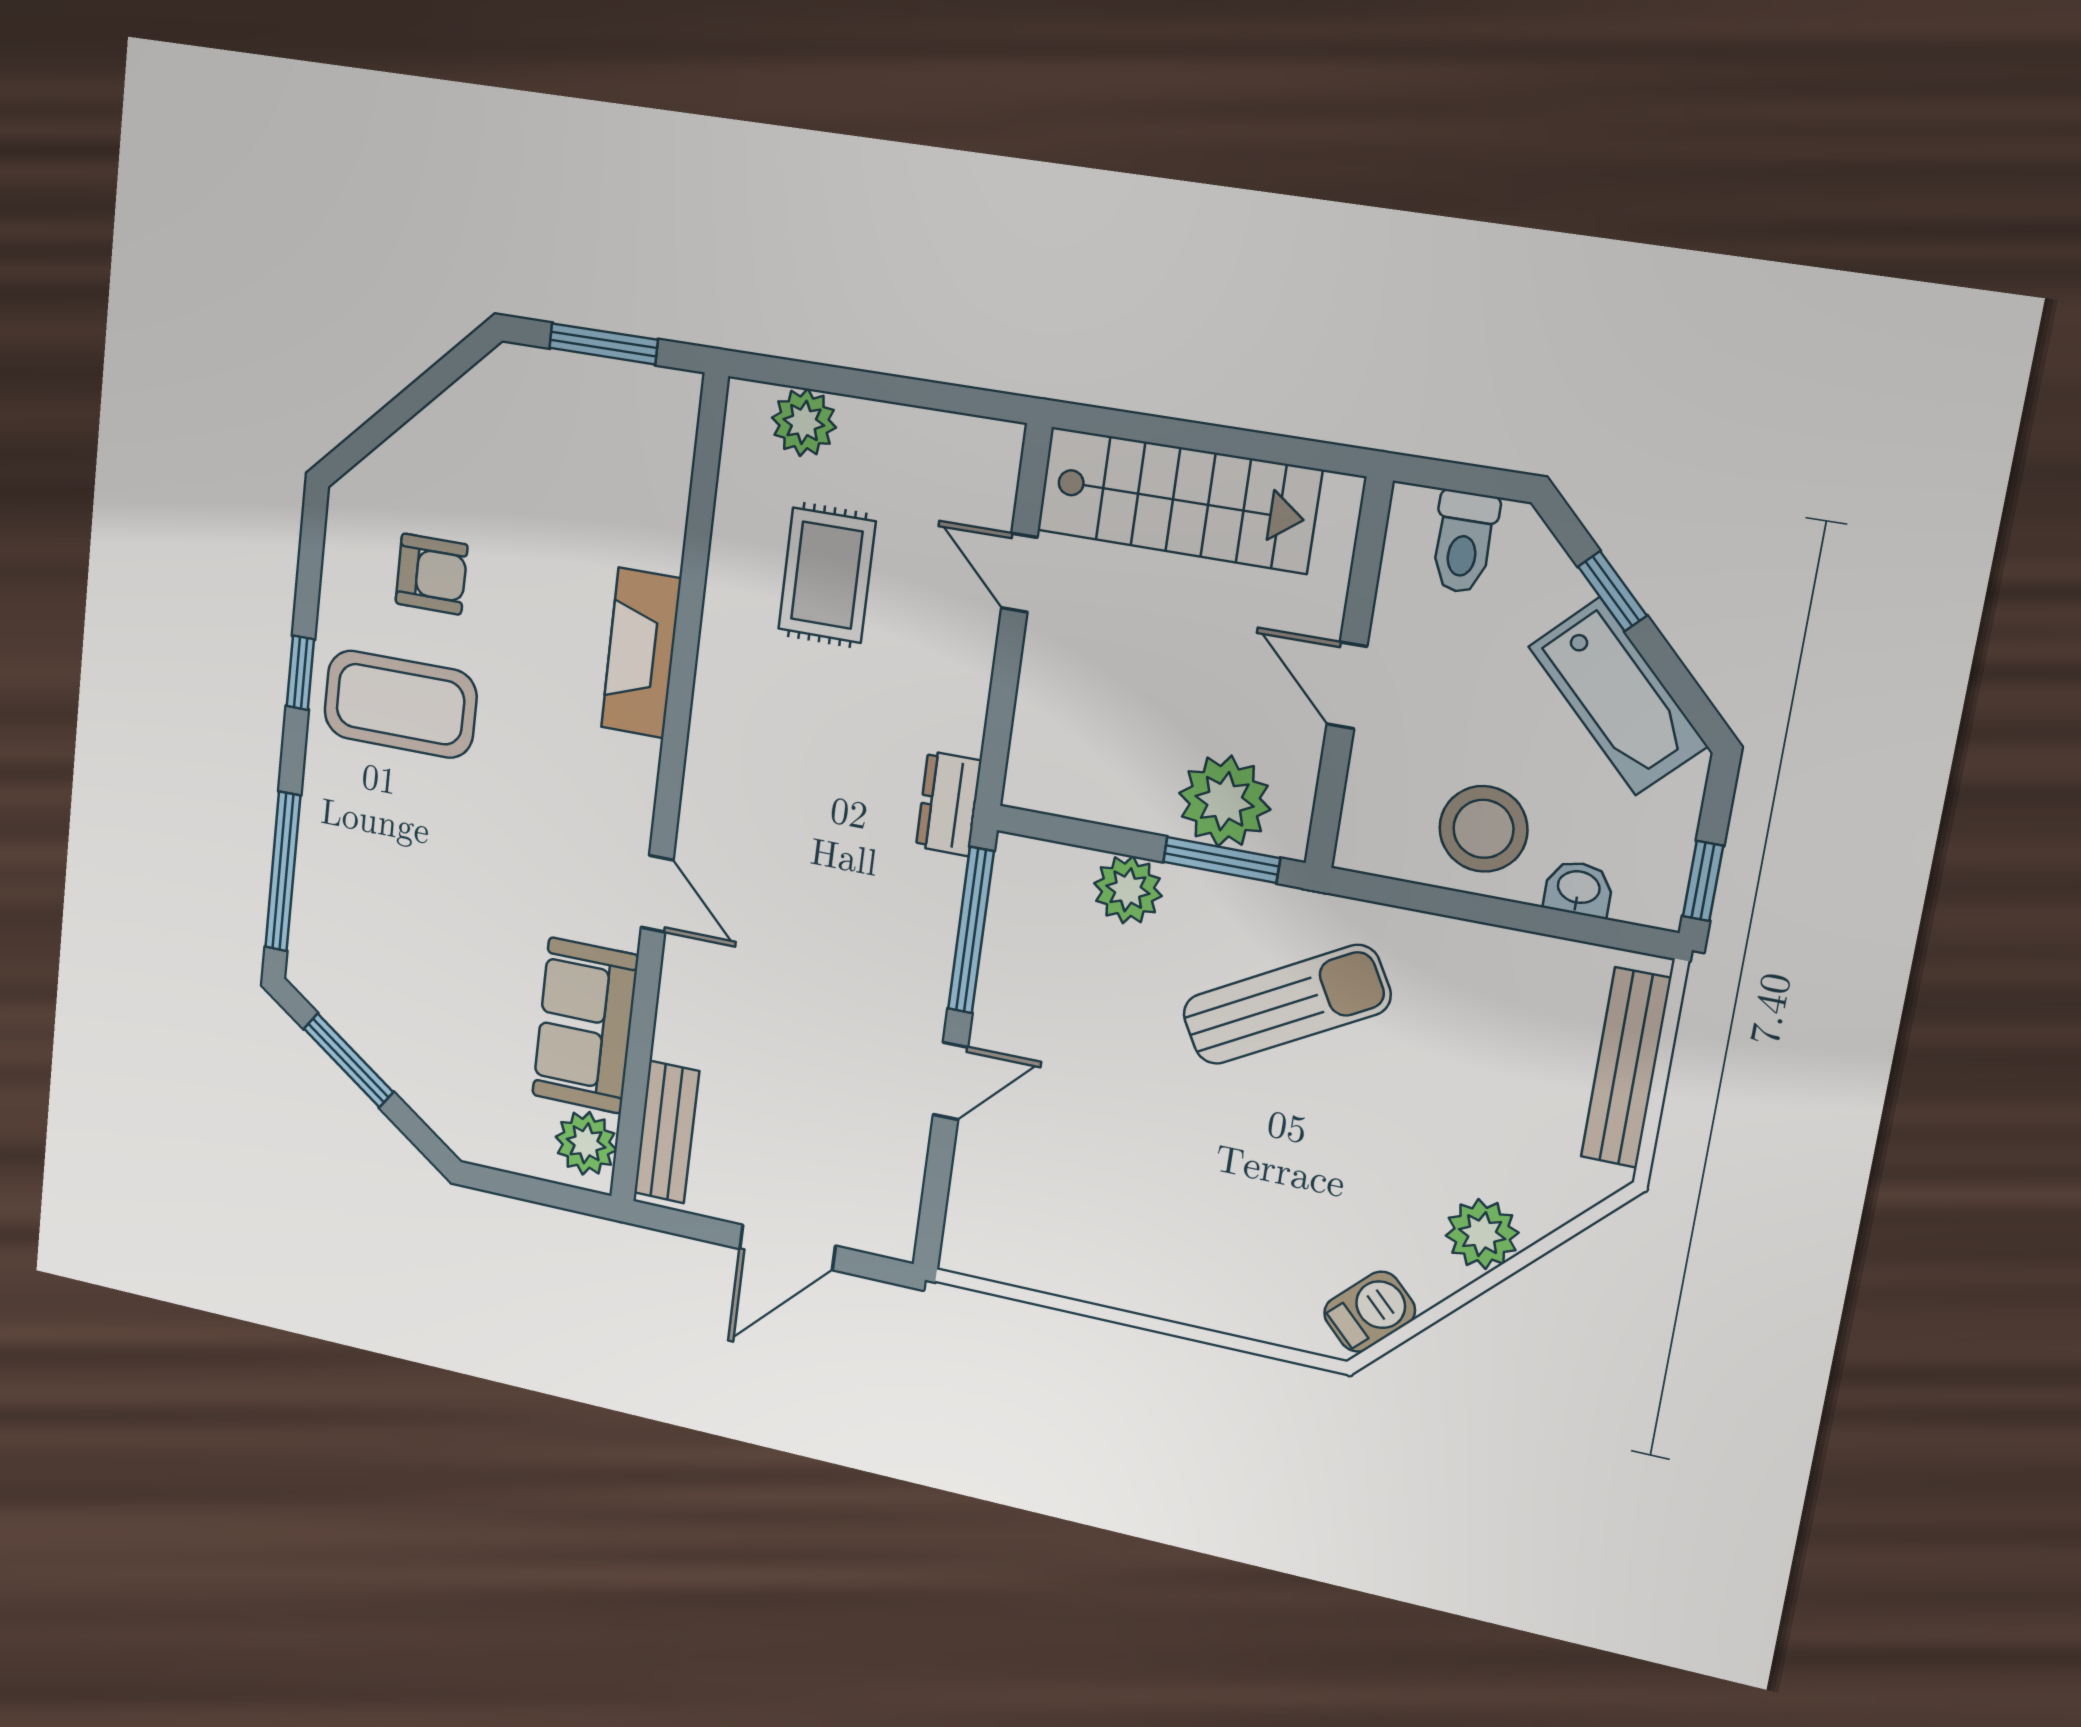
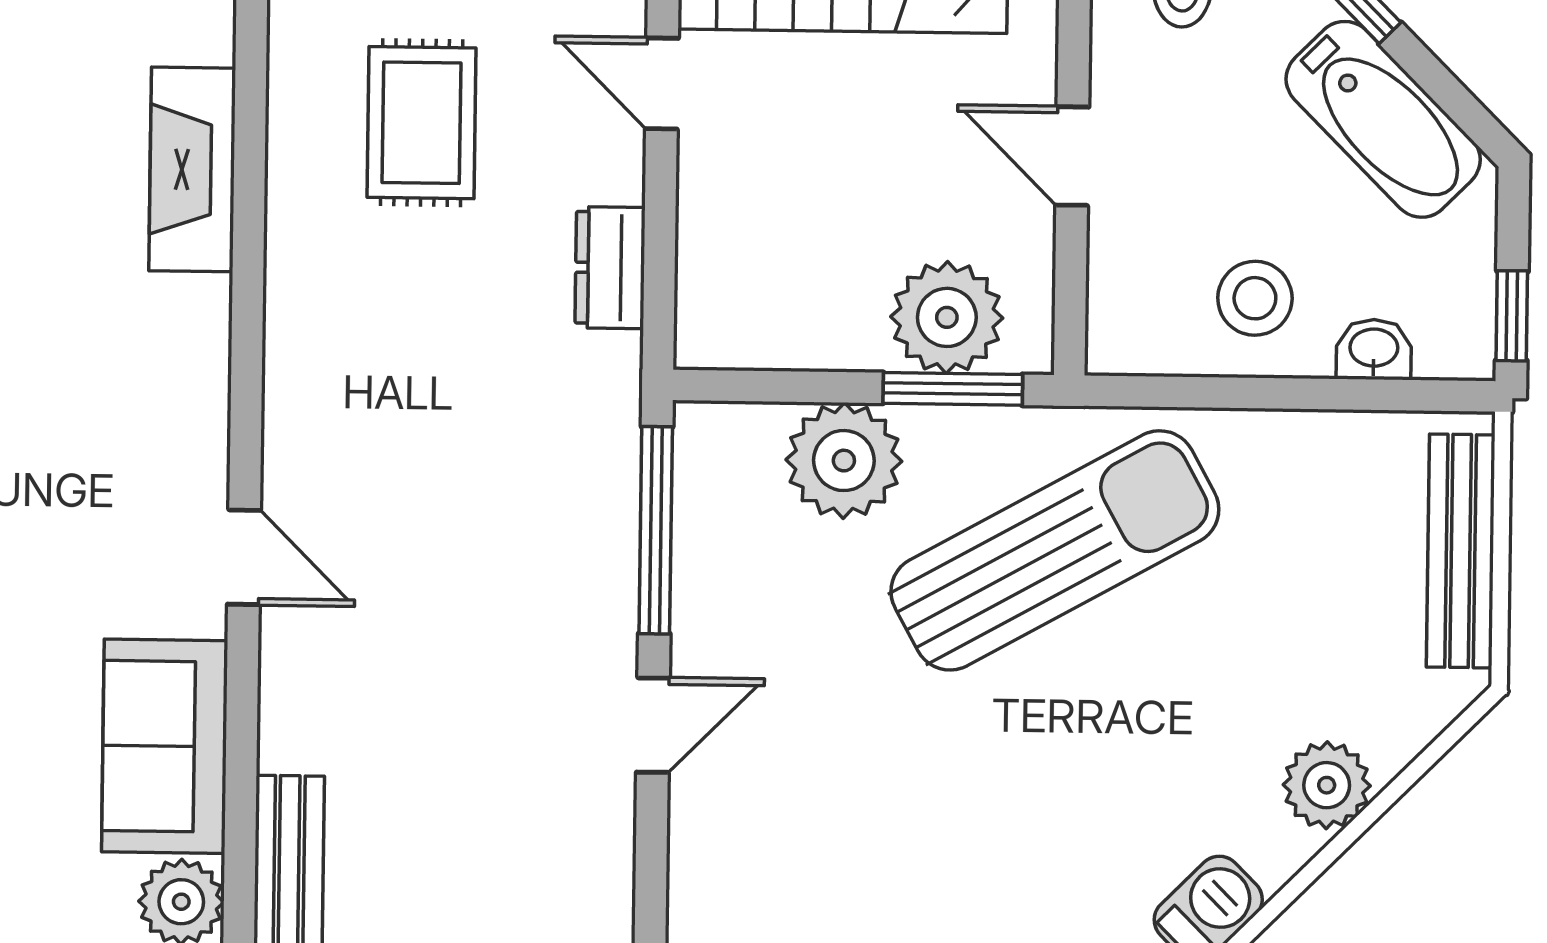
fireplace: (641, 653) -> (192, 169), moved
dresser: (949, 804) -> (610, 268), moved
stool: (1484, 829) -> (1255, 298), width x0.73, depth x0.73
plant: (1128, 890) -> (844, 461), width x1.36, depth x1.36
sun lounger: (1286, 1005) -> (1055, 550), width x1.36, depth x1.34

